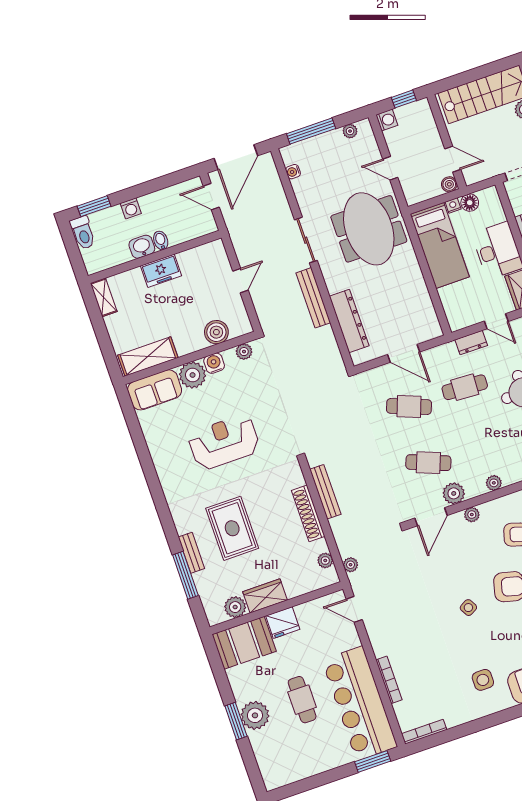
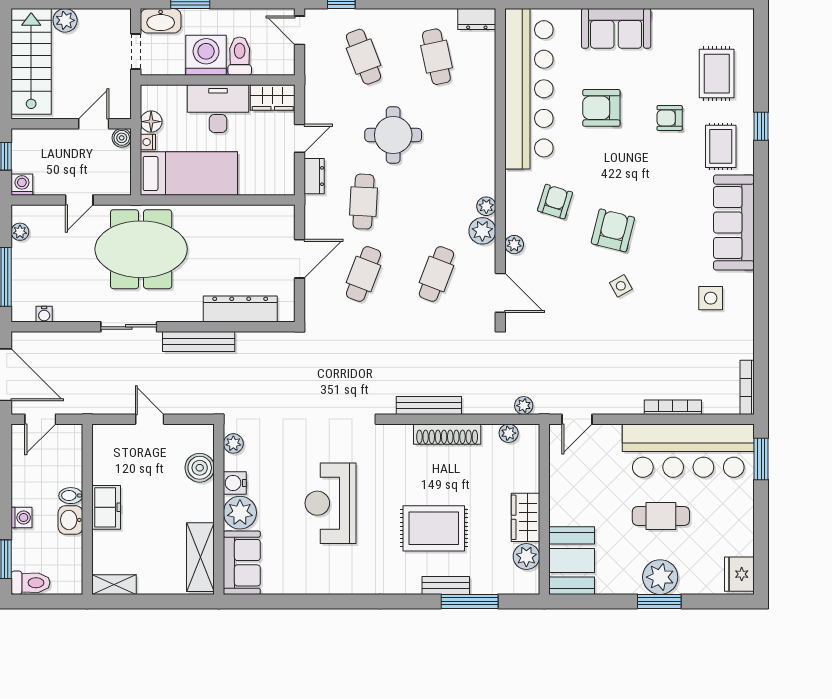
plant: (454, 493) -> (482, 231), moved
fridge: (283, 623) -> (739, 574), moved, turned 180

